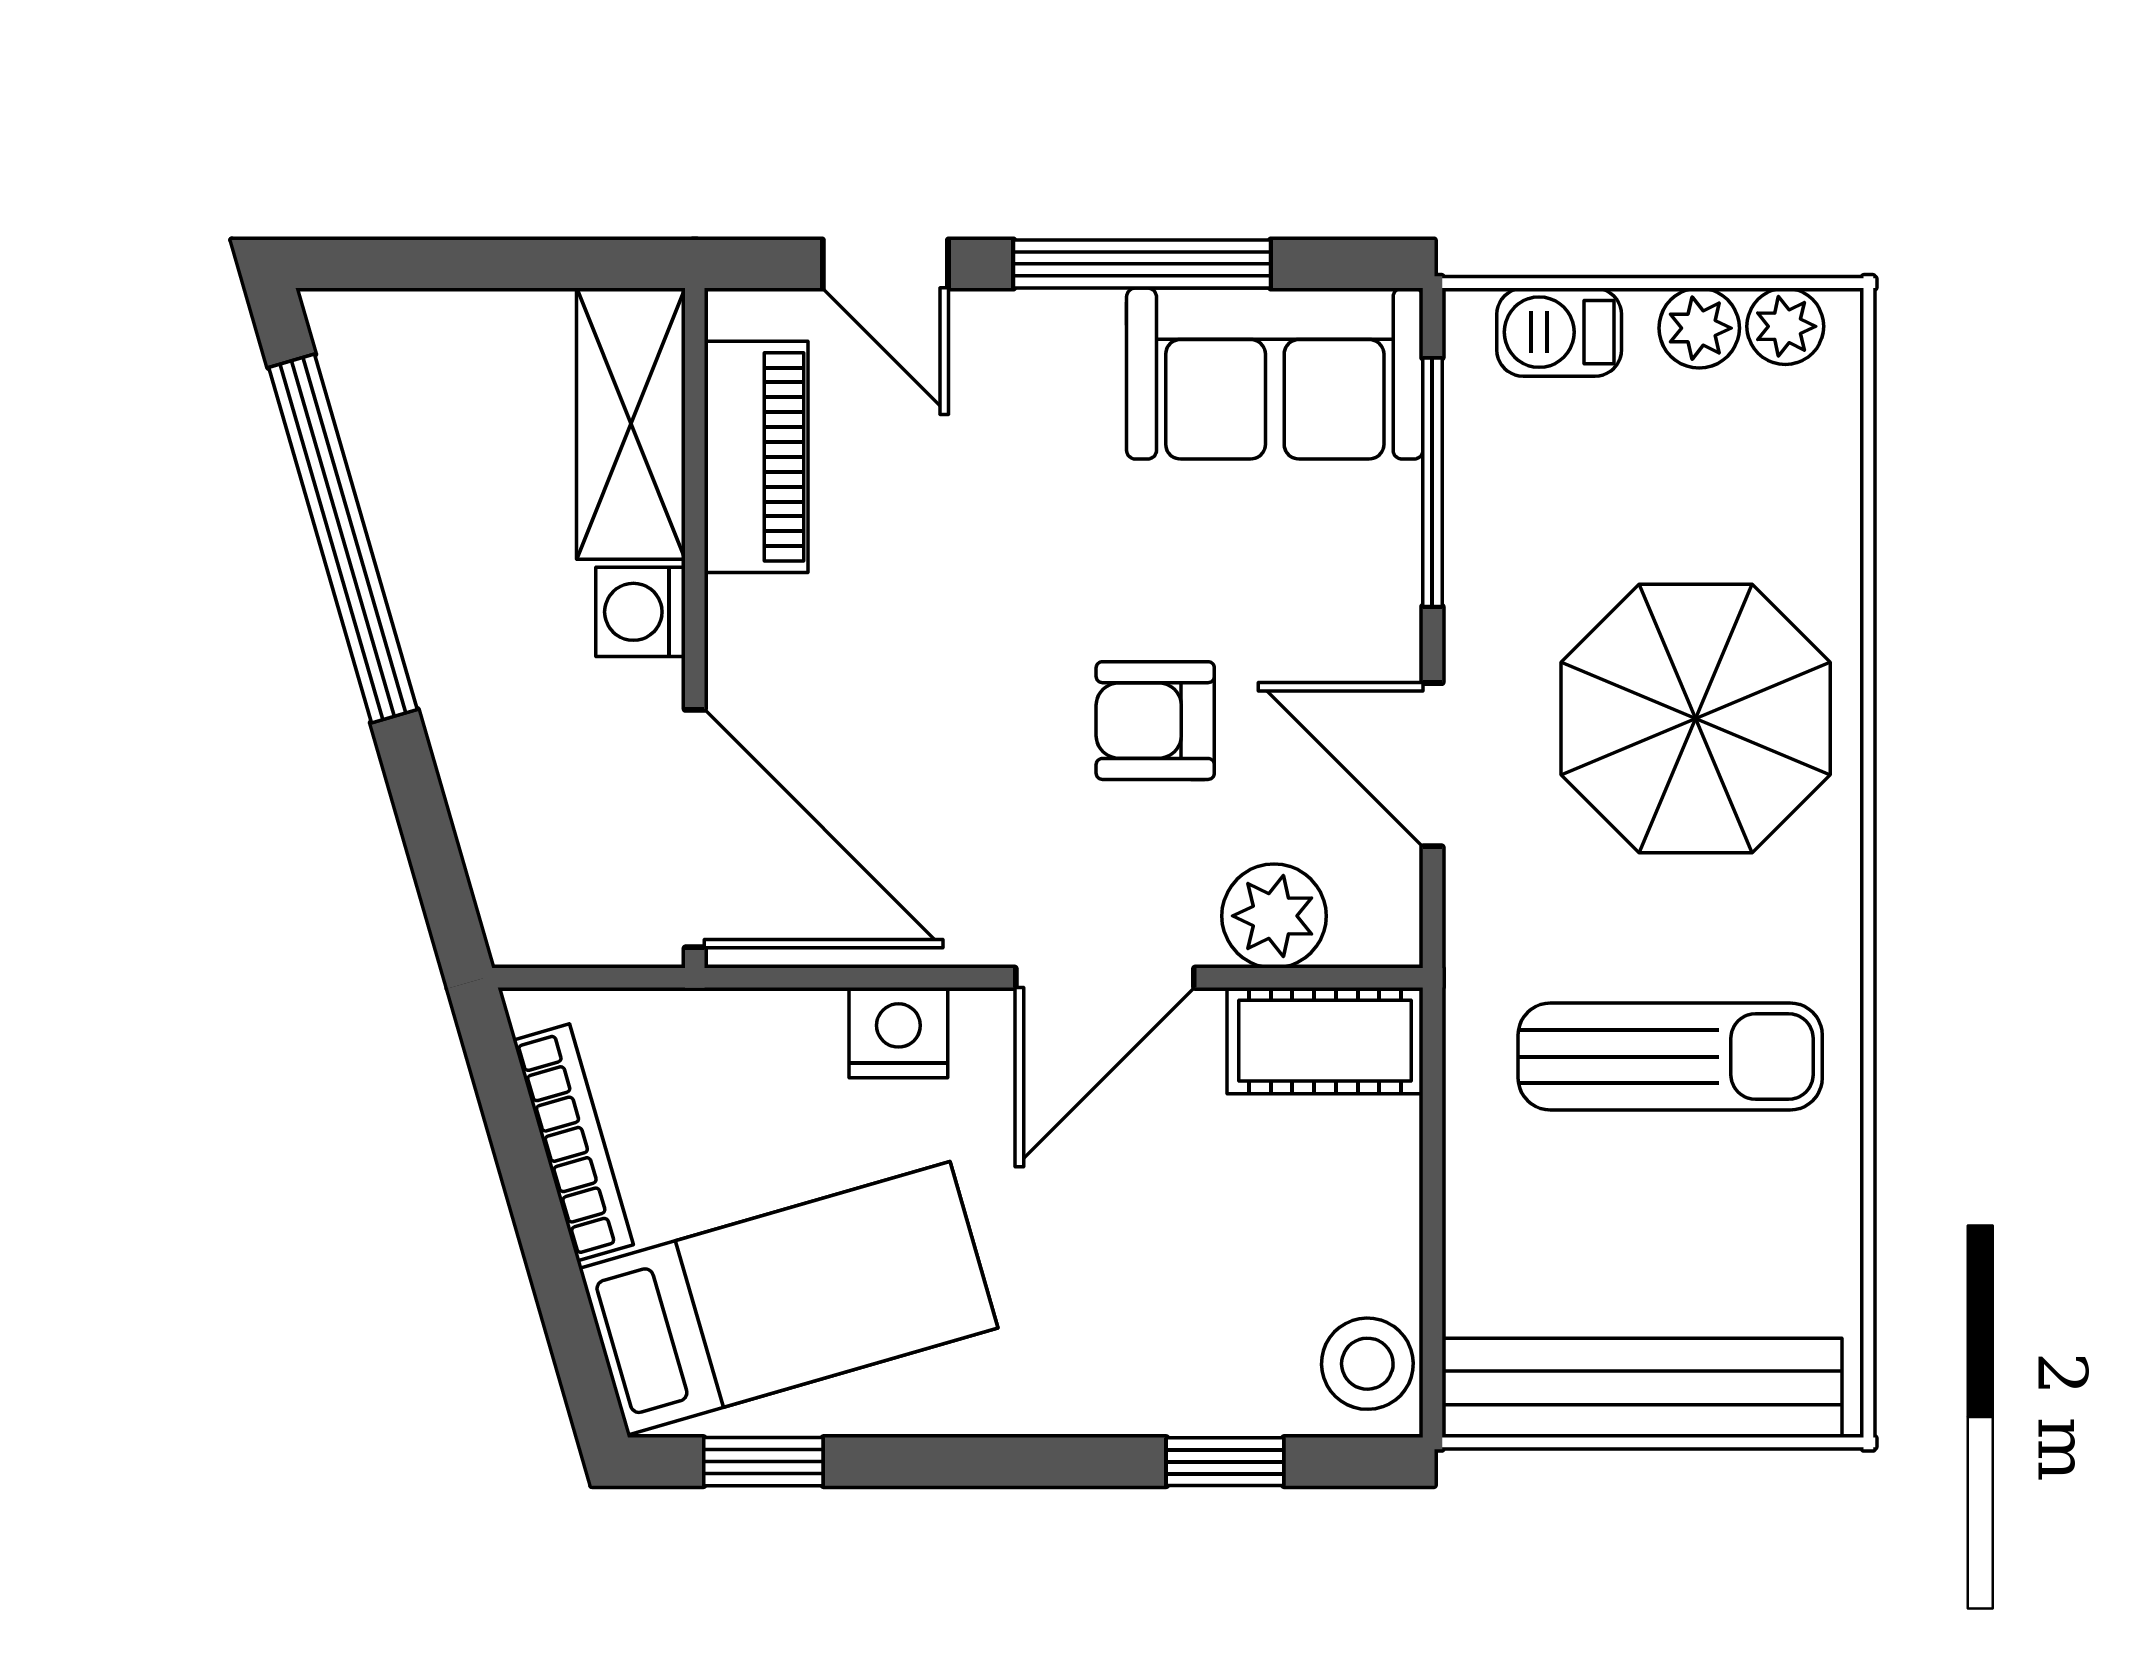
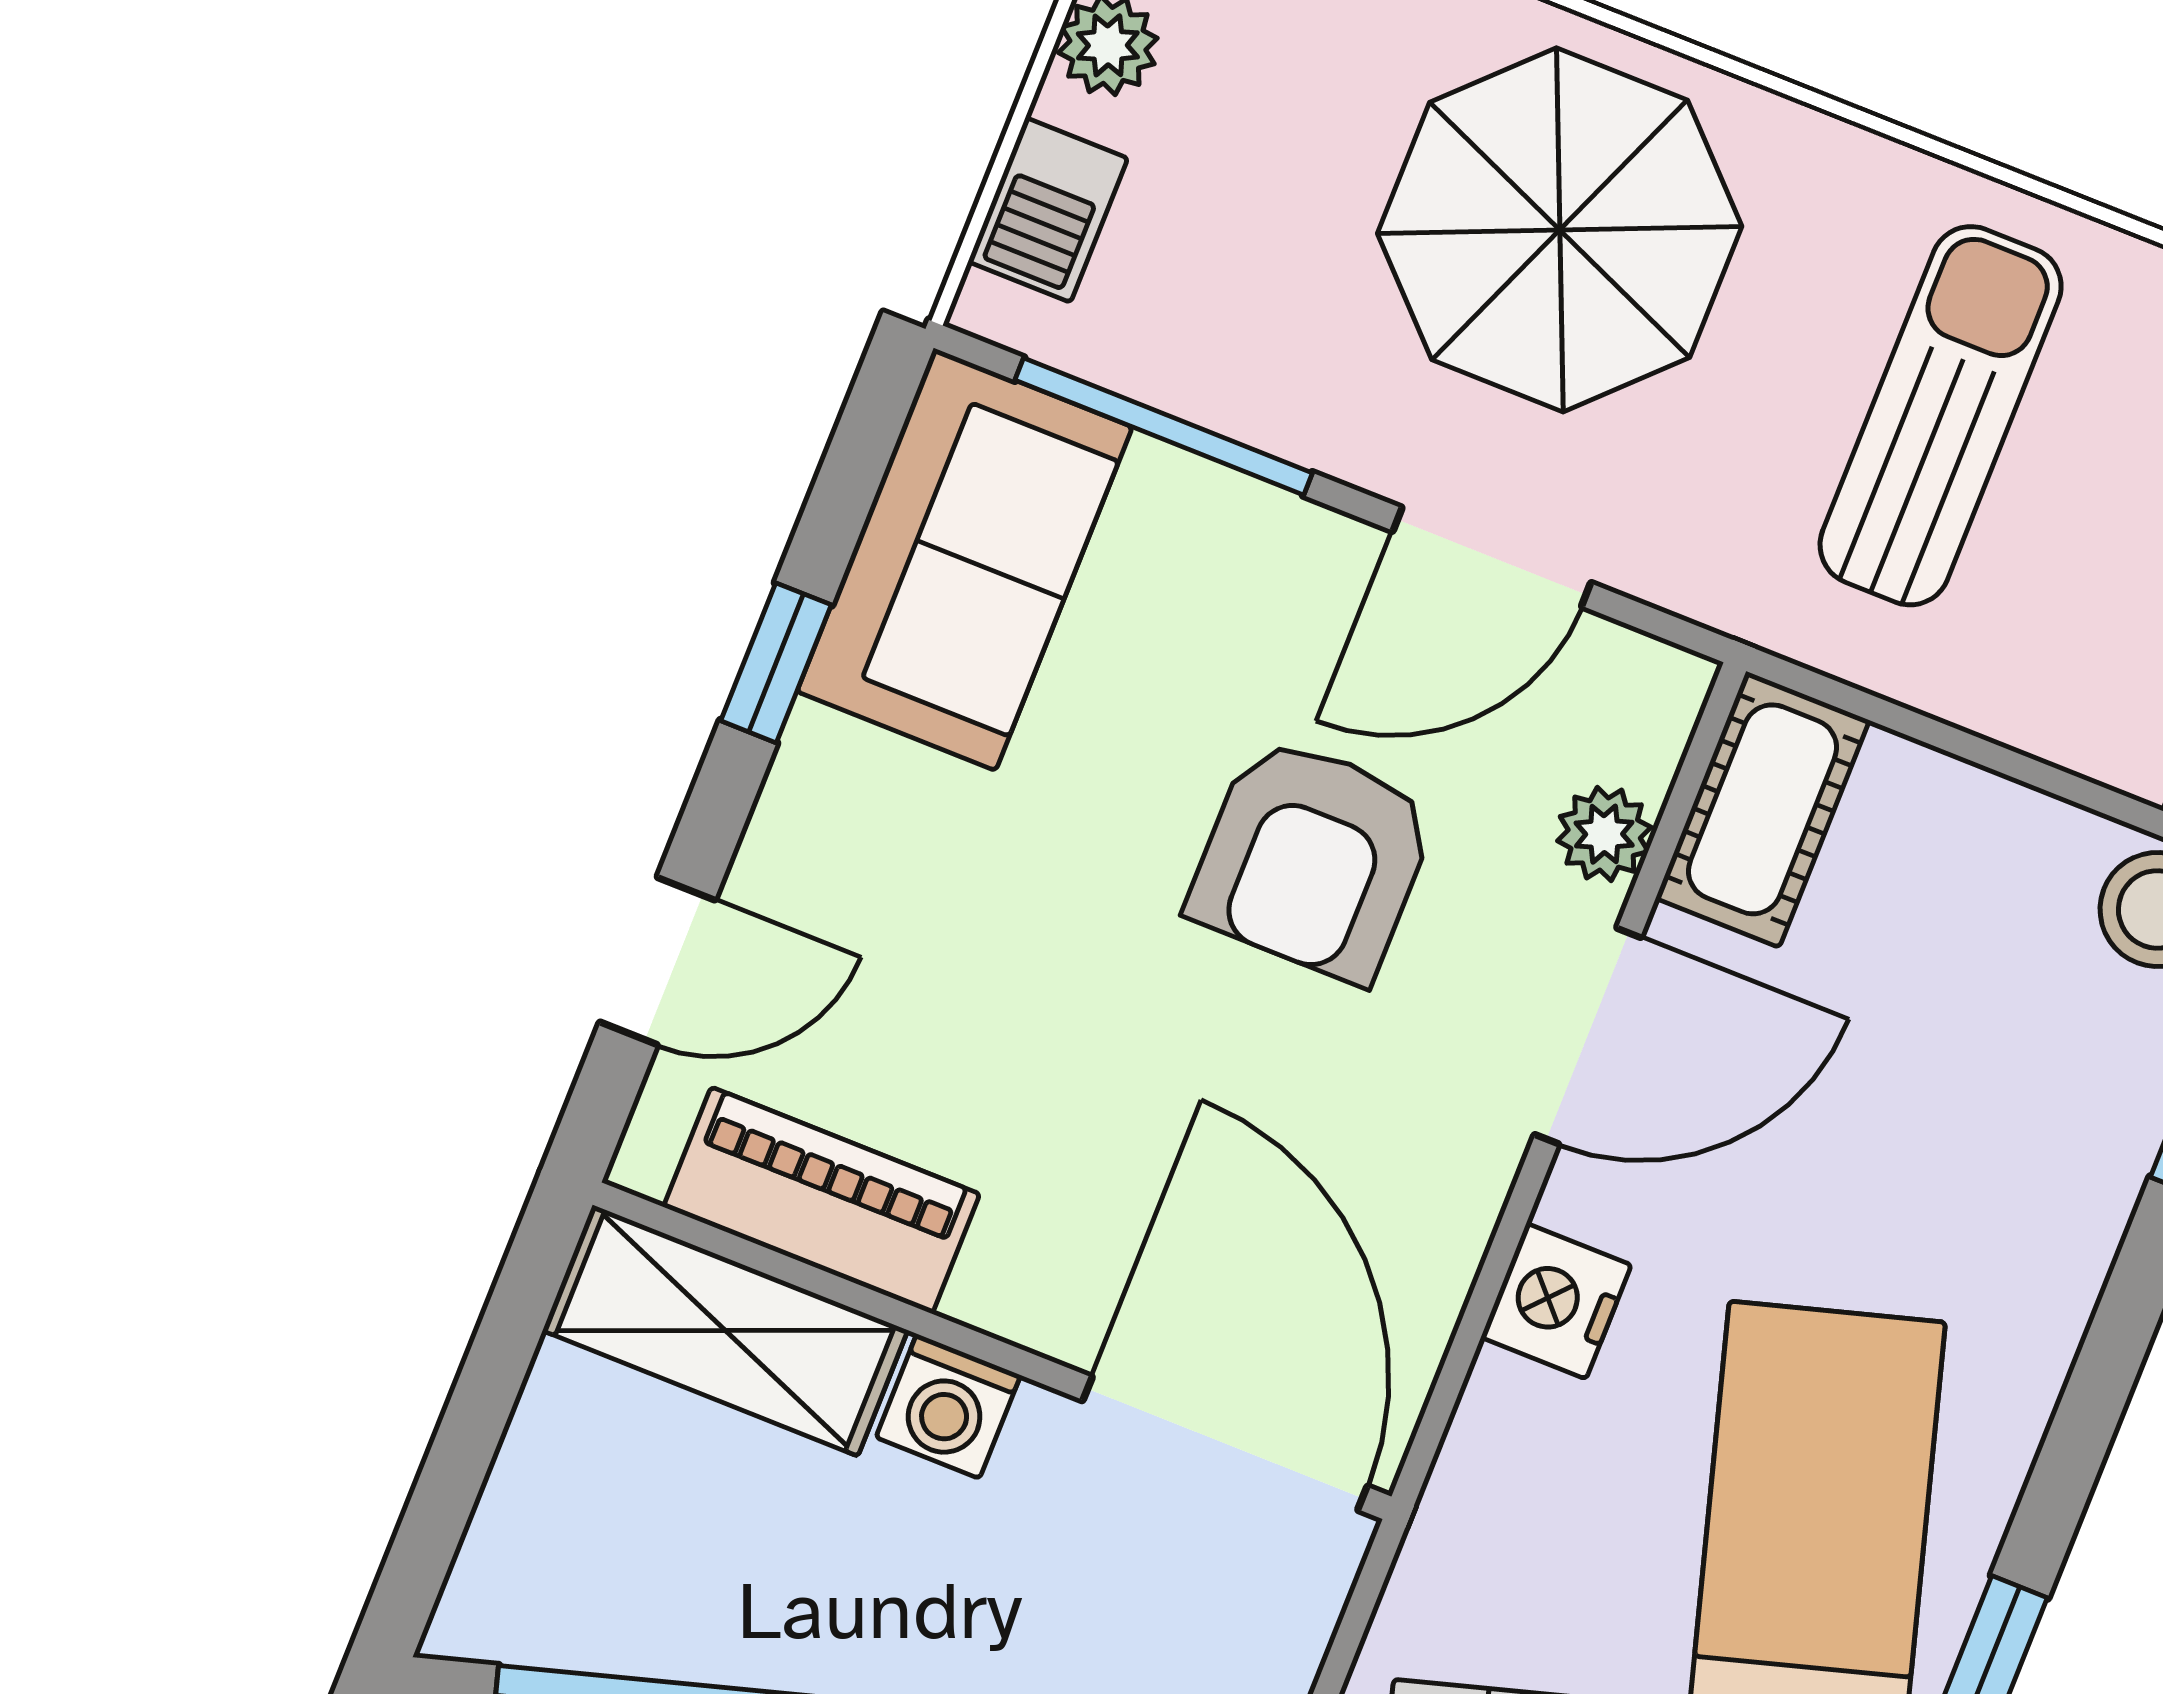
window: (1142, 264) -> (776, 663), width x0.46
armchair: (1155, 721) -> (1312, 859), width x1.38, depth x1.38
door: (695, 829) -> (1225, 1443), hinge flipped
plant: (1274, 916) -> (1604, 834), width x0.73, depth x0.73
door: (1105, 978) -> (1588, 1036), hinge flipped

